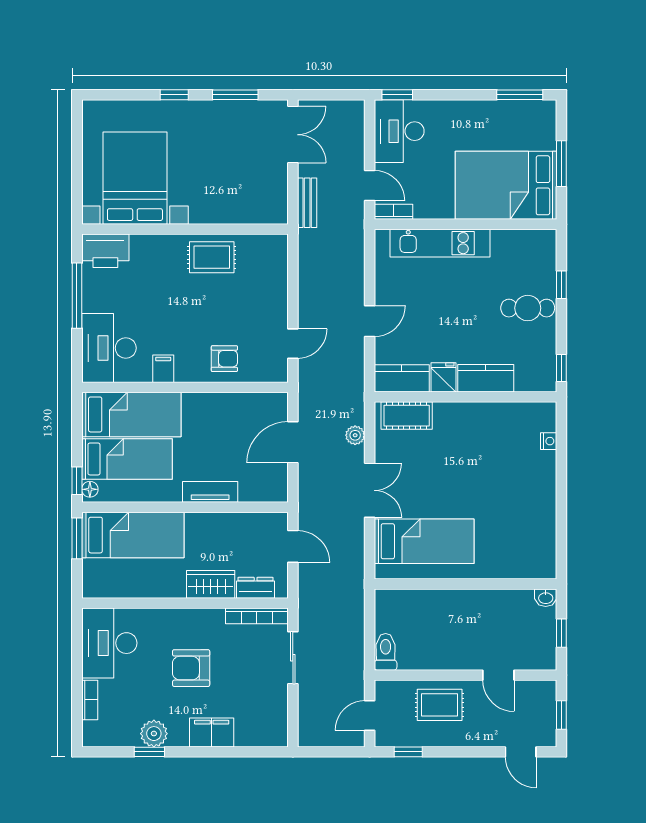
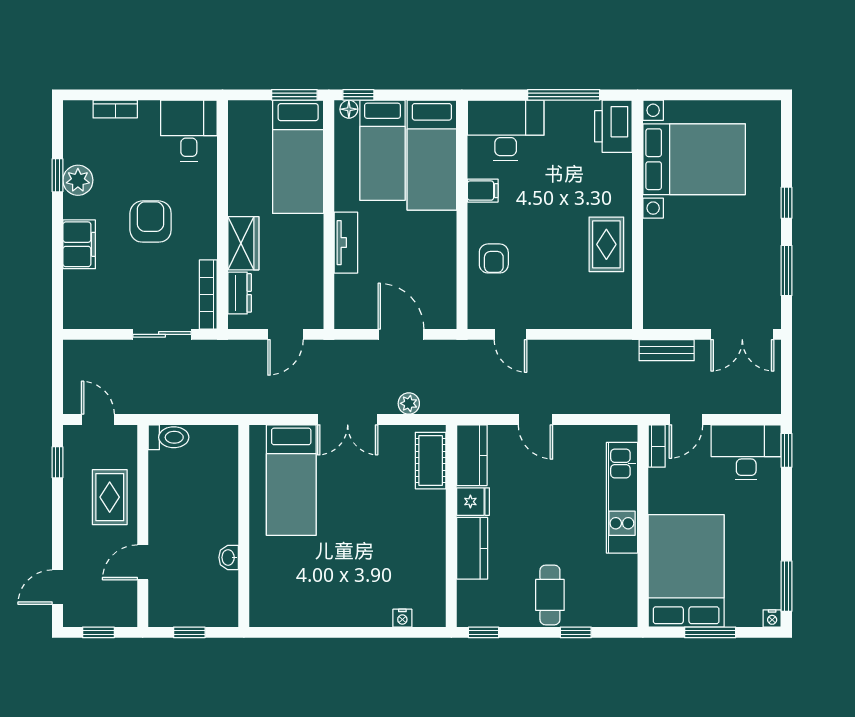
nightstand: (549, 108) -> (772, 618), added
washbasin: (546, 598) -> (229, 557), moved
desk: (109, 643) -> (189, 131), width x0.73

